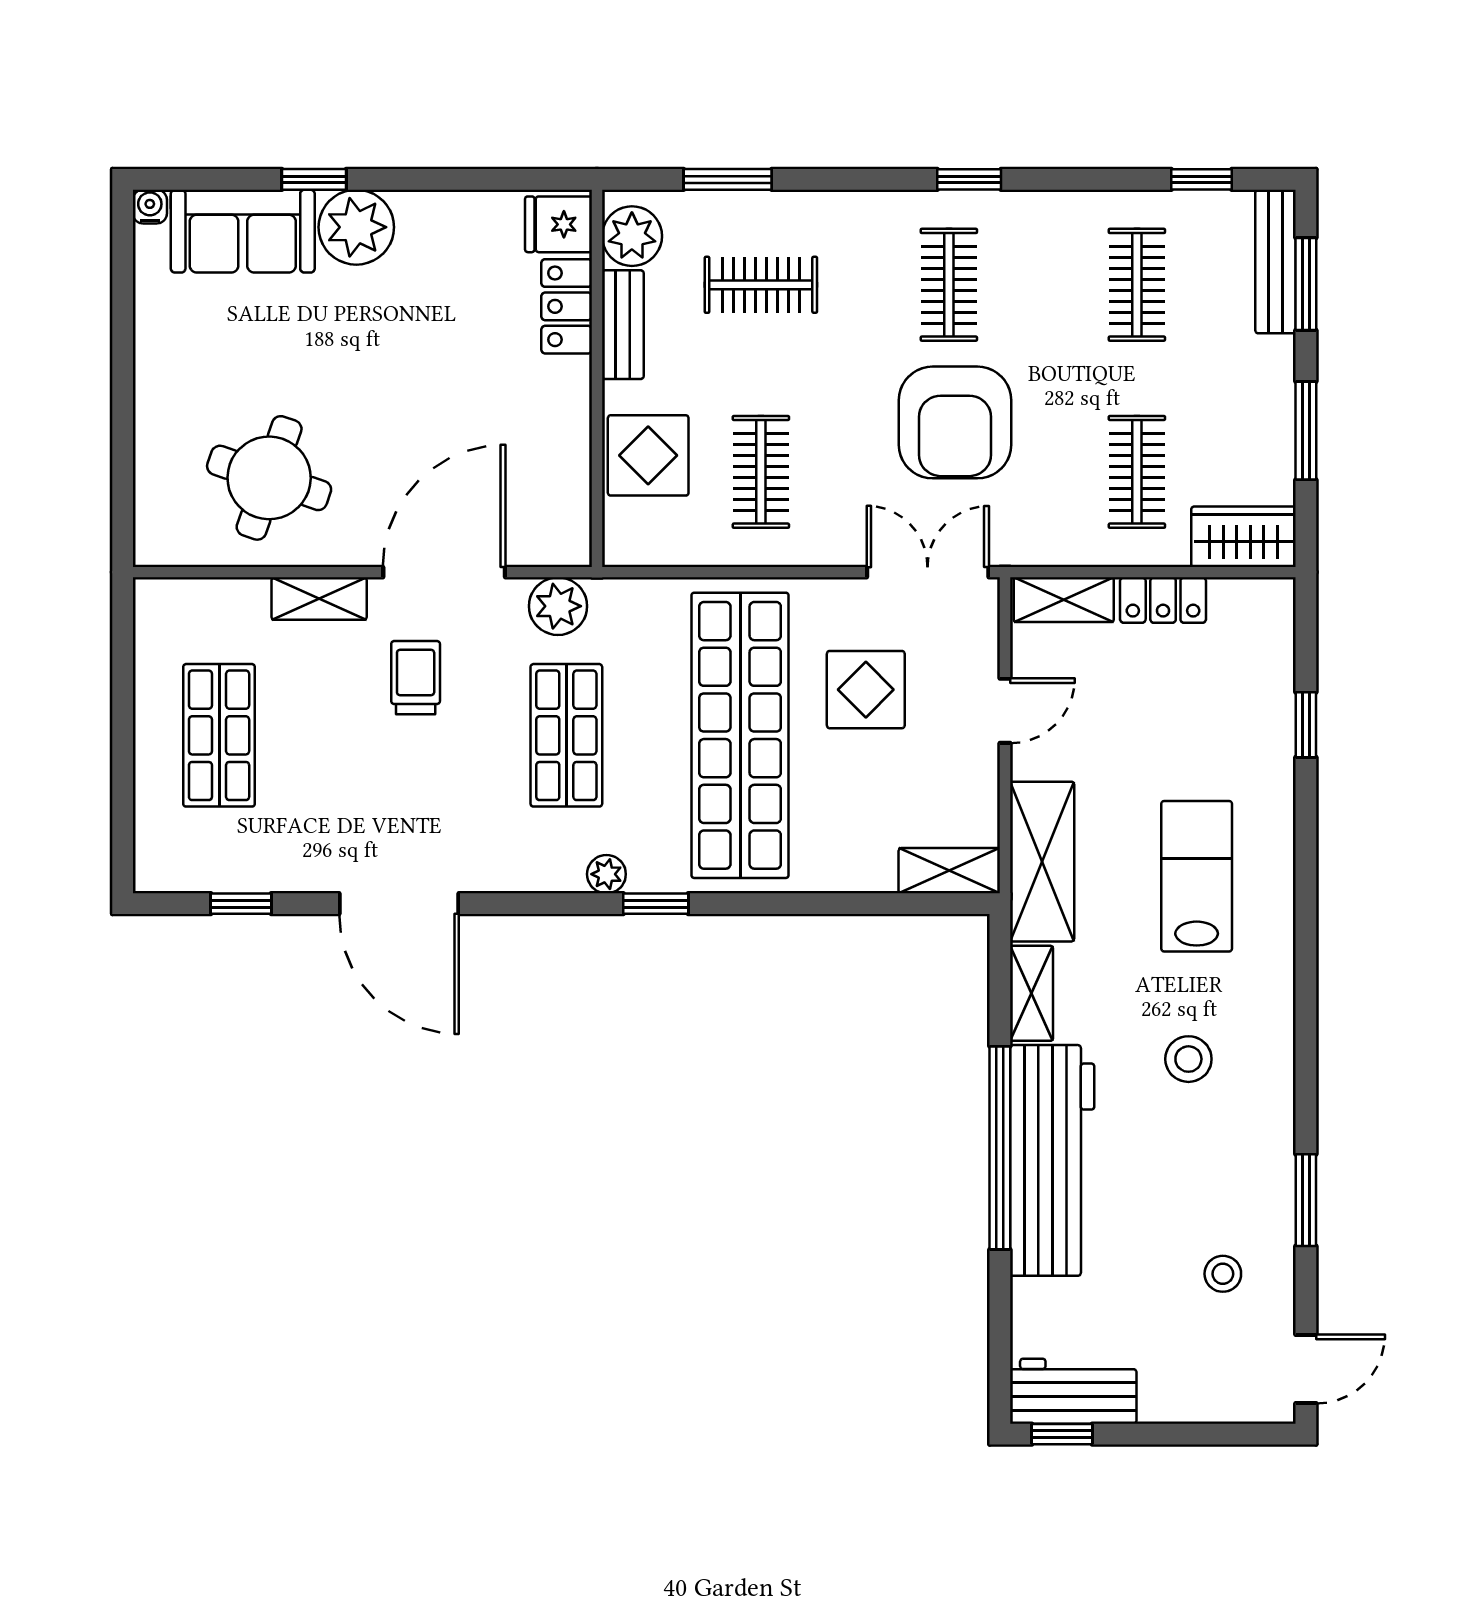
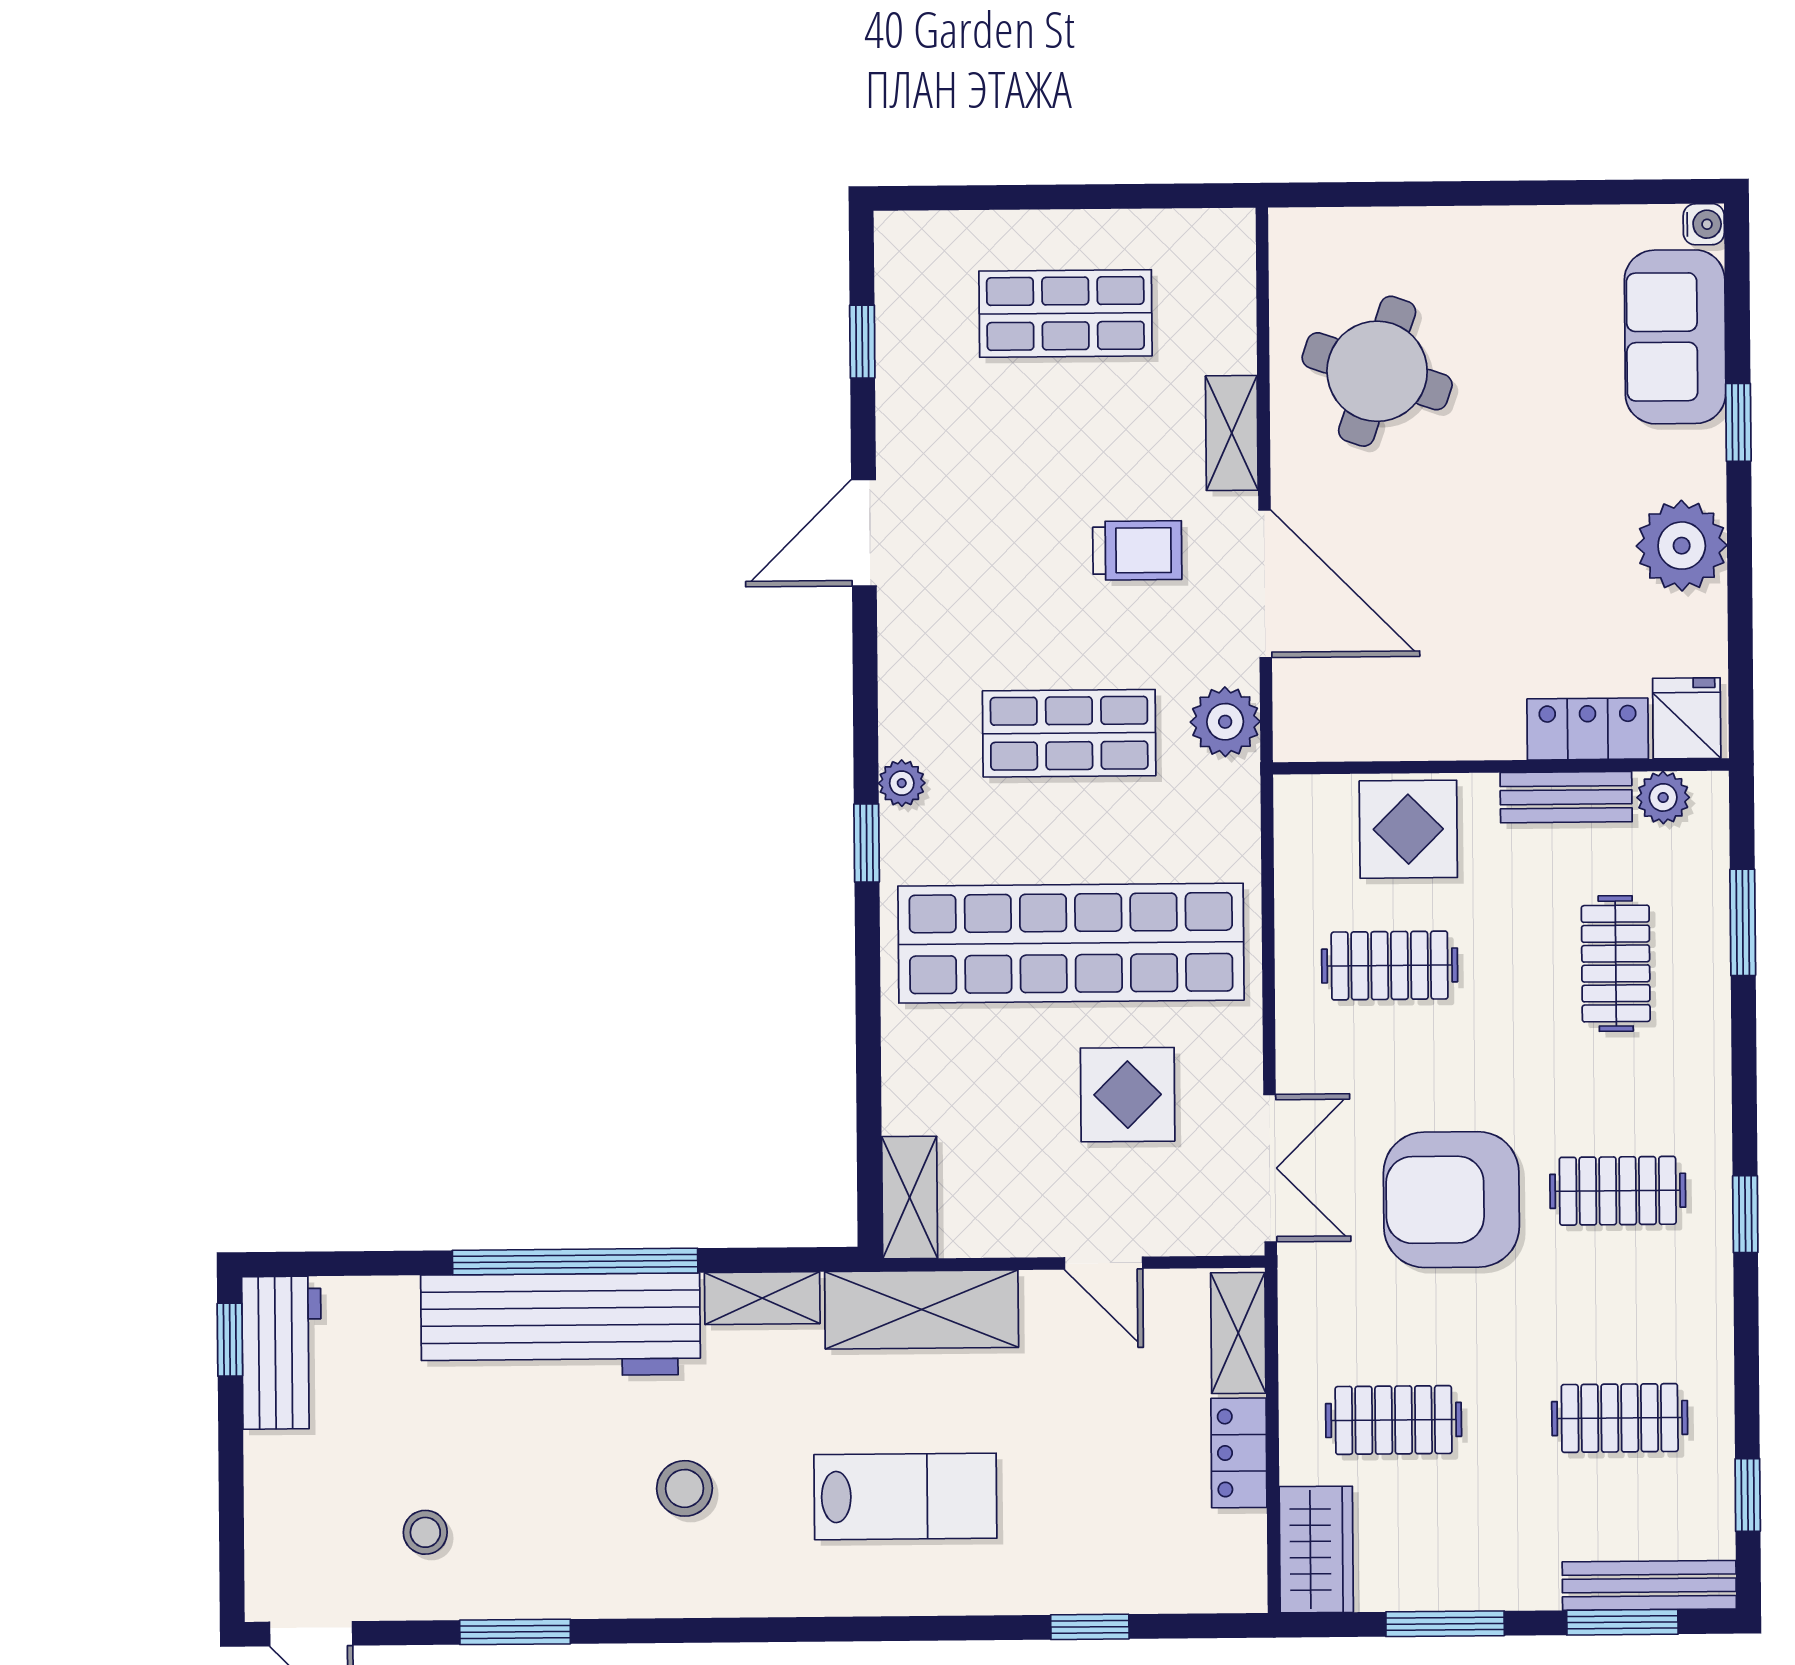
plant: (356, 227) -> (1682, 546), moved
plant: (632, 236) -> (1663, 797), width x0.73, depth x0.73
door: (399, 904) -> (864, 533), width x0.73

